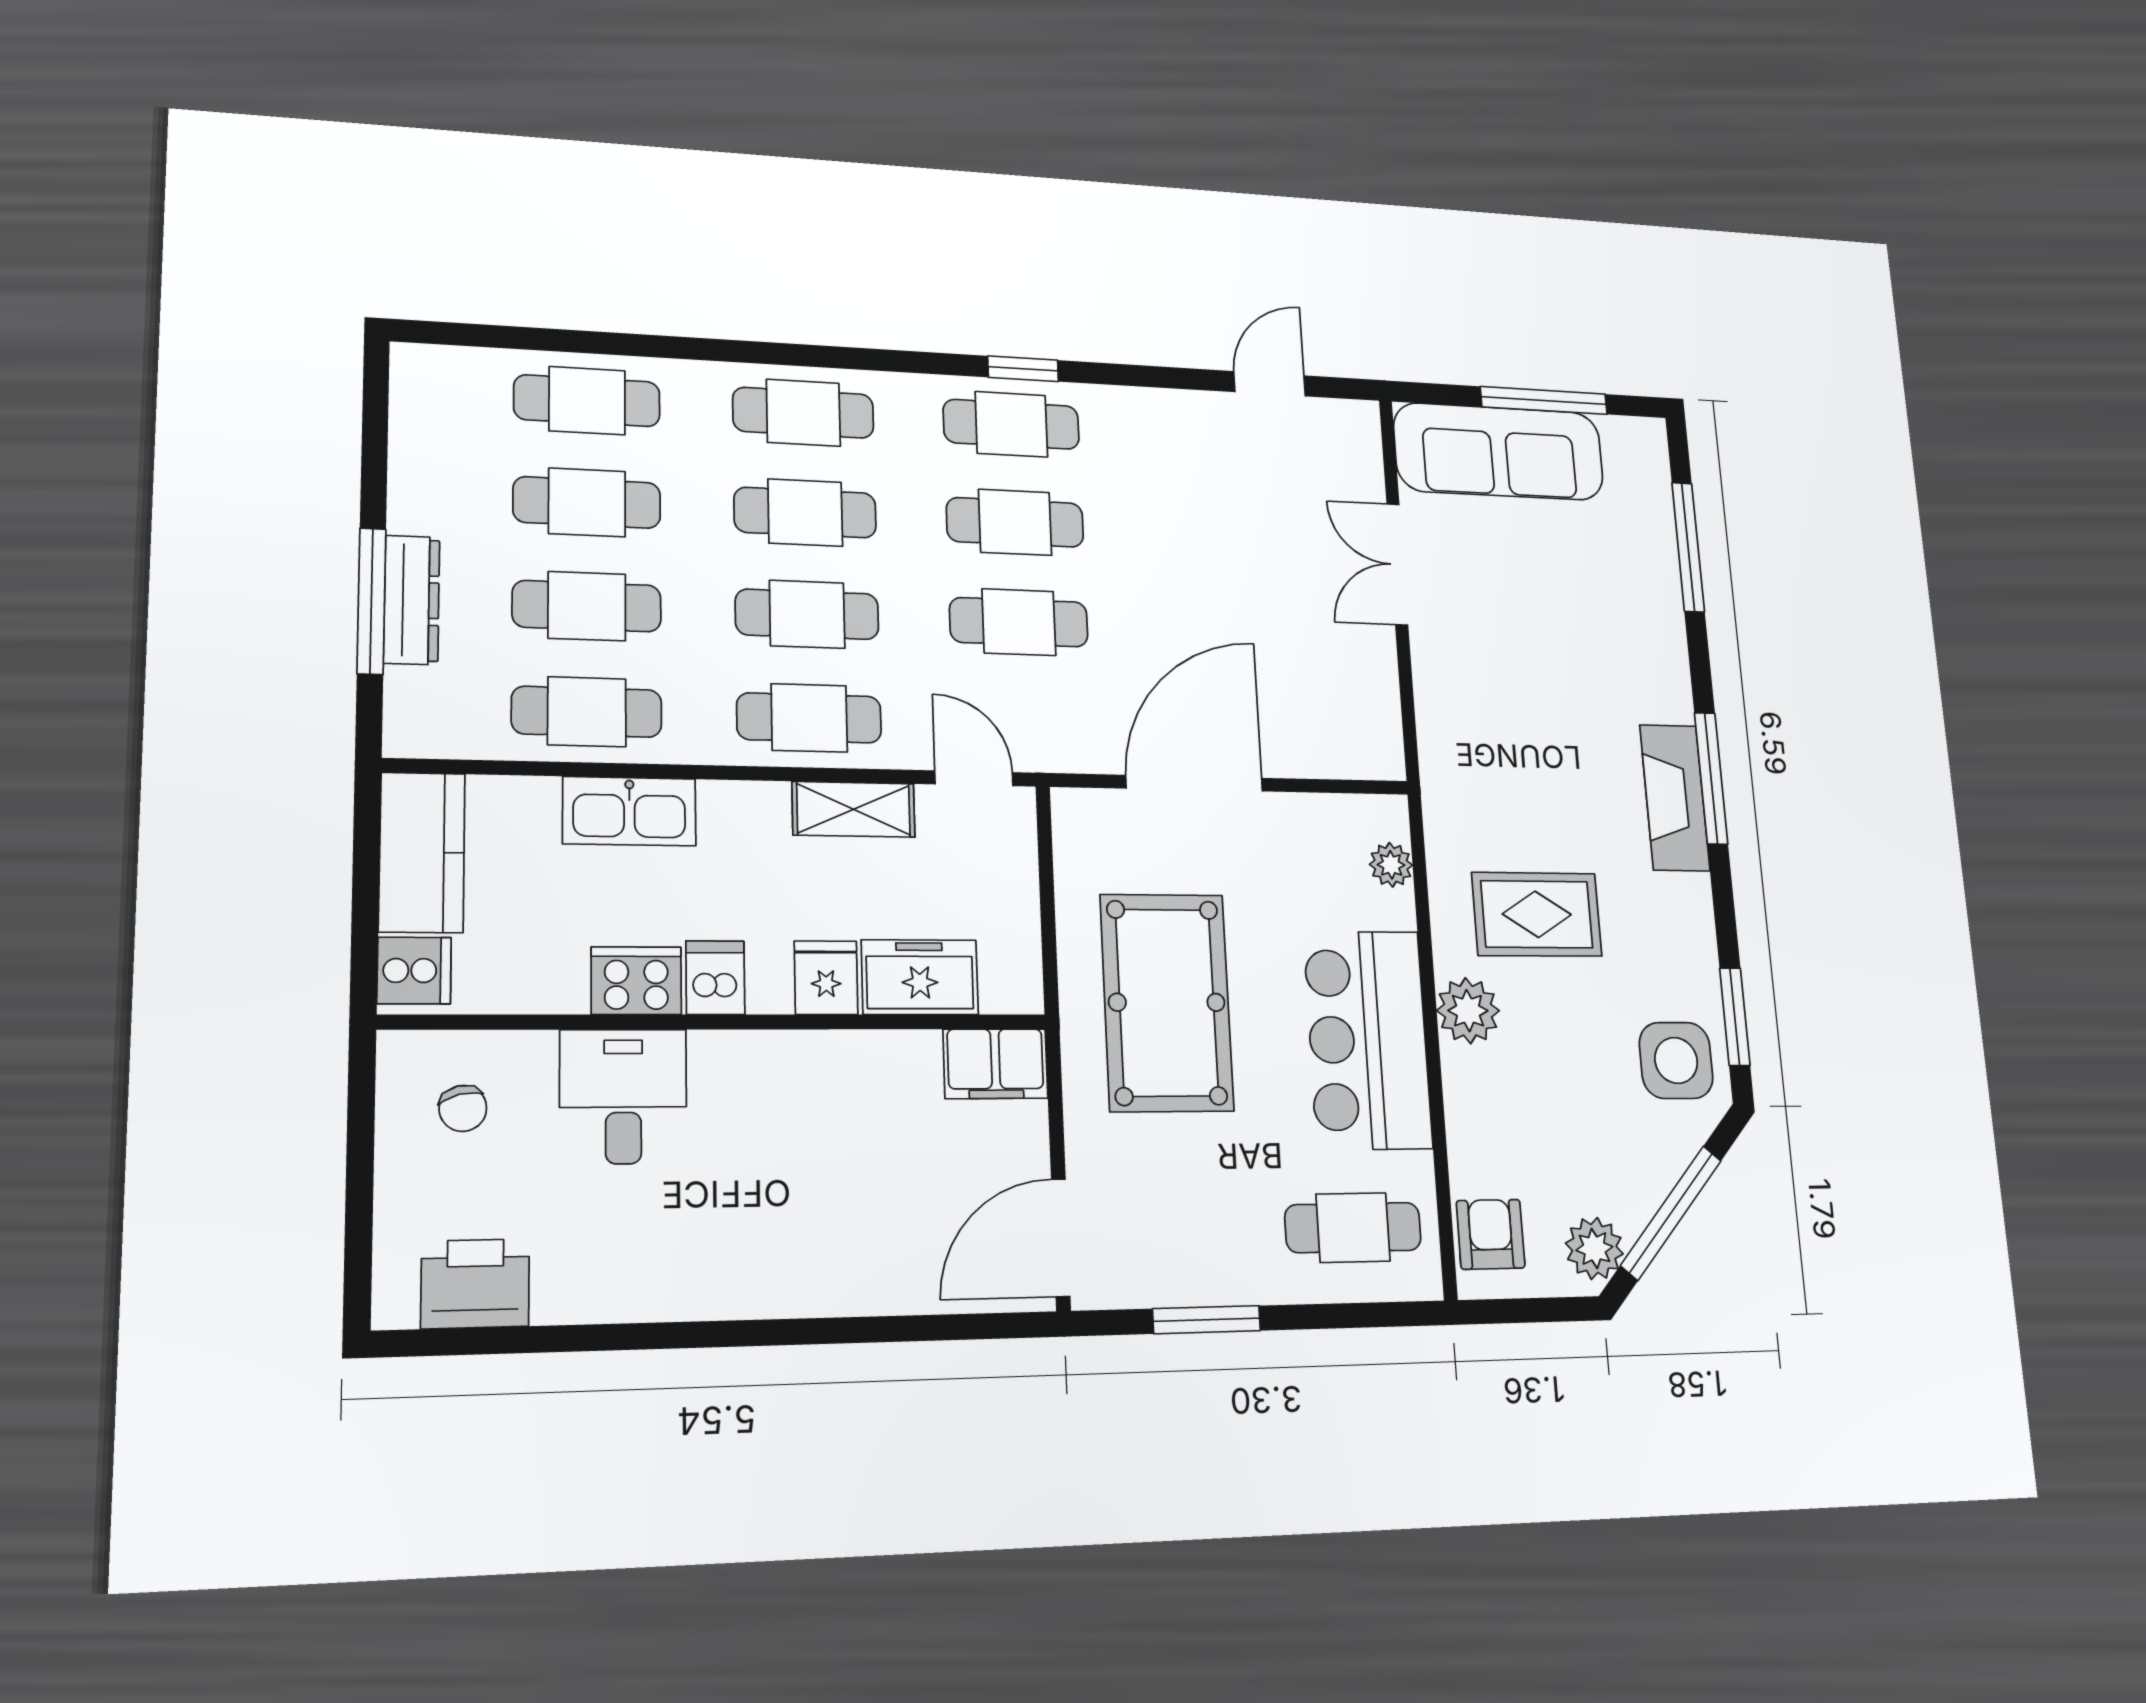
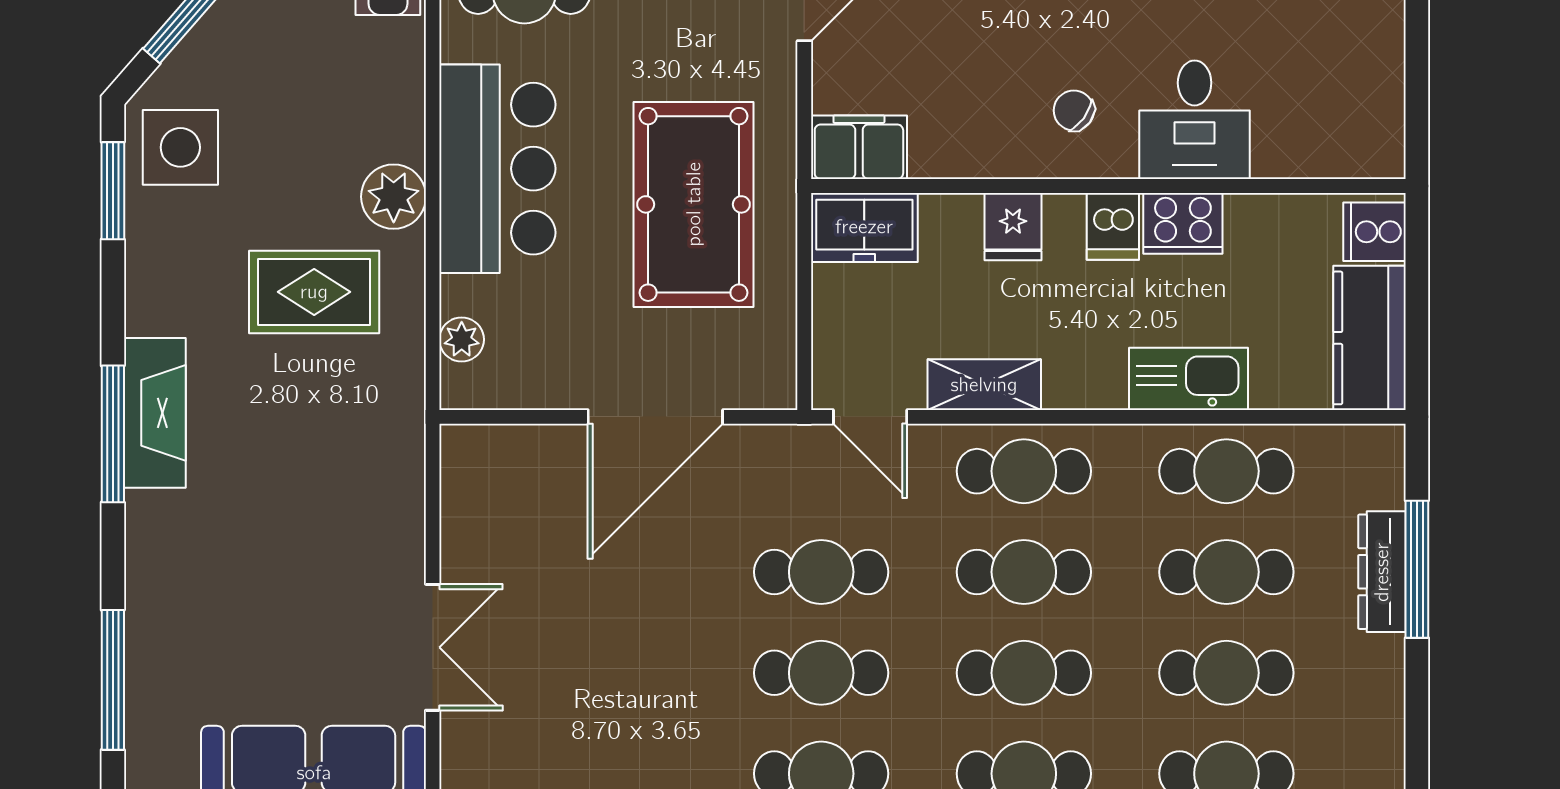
freezer: (920, 977) -> (864, 227), moved
chair: (463, 1108) -> (1074, 110), moved, turned -40

